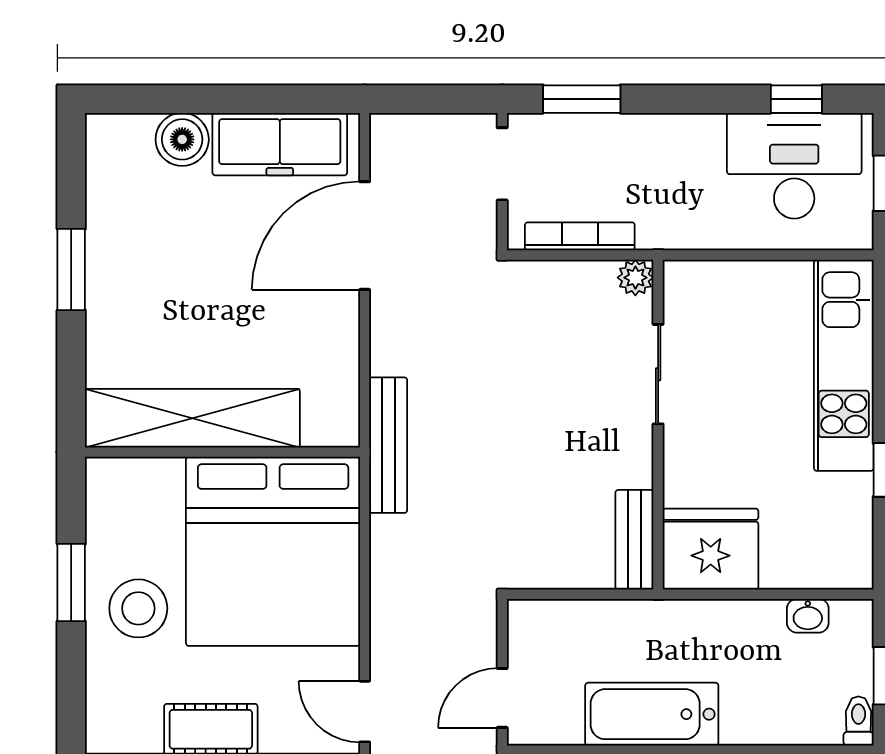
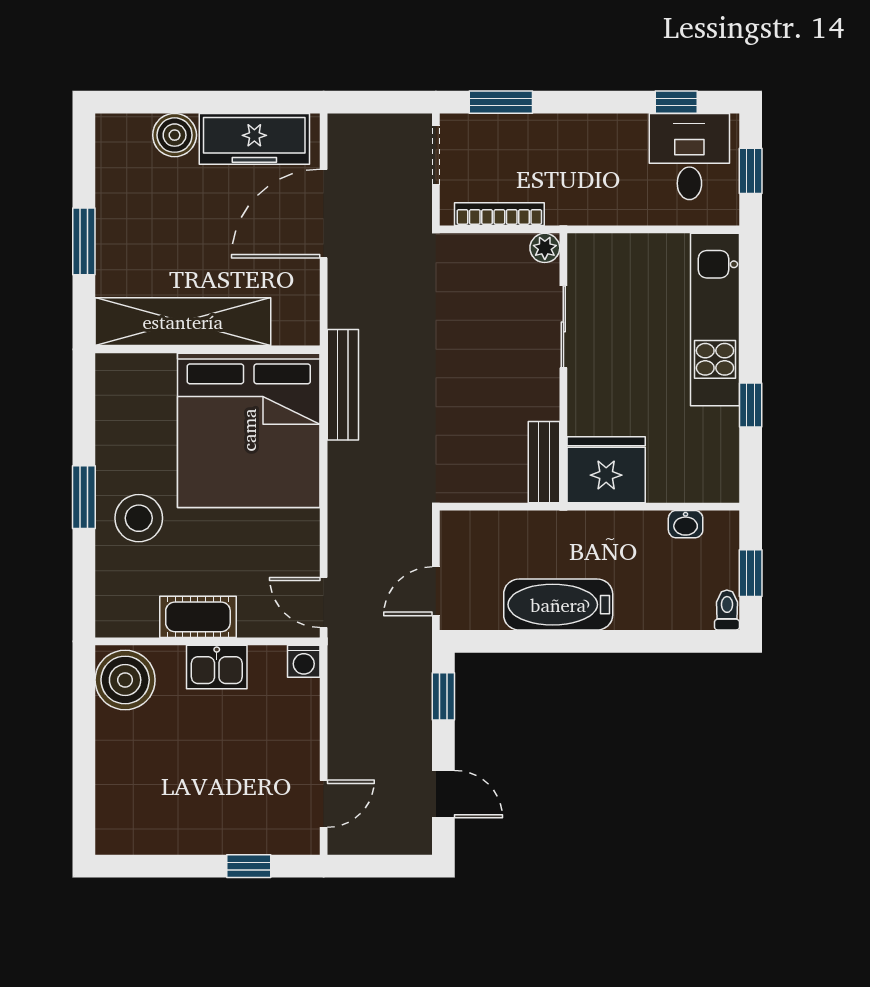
desk: (794, 166) -> (689, 157), width x0.73
shelving: (192, 418) -> (183, 322), moved
wall: (222, 452) -> (208, 349), moved
bed: (273, 551) -> (249, 430), moved

